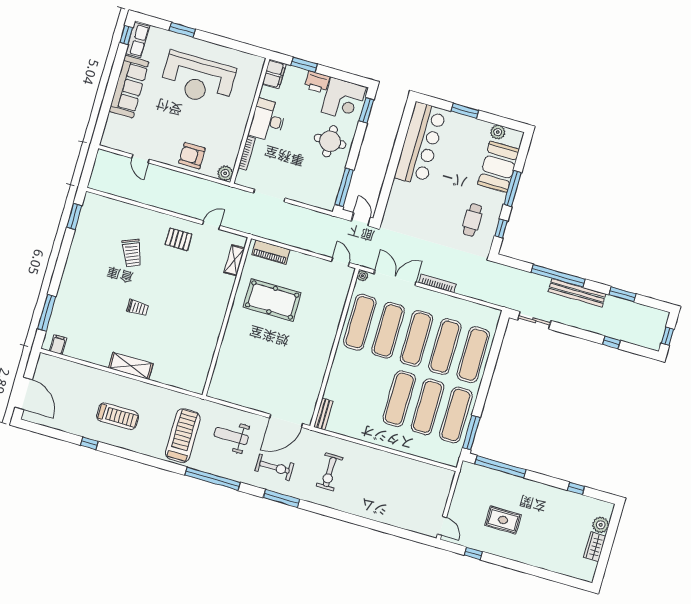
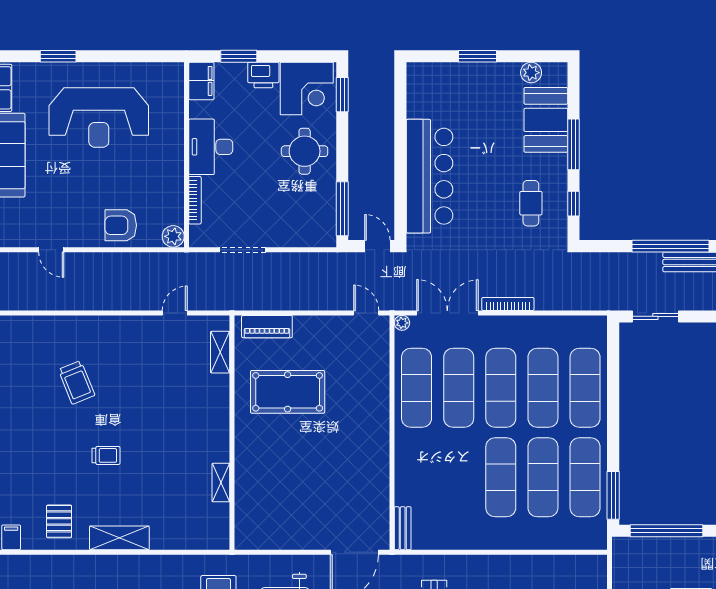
bar counter: (420, 144) -> (429, 176), moved
pallet: (179, 239) -> (59, 521), moved, turned 90
shelving: (210, 348) -> (221, 483), added

